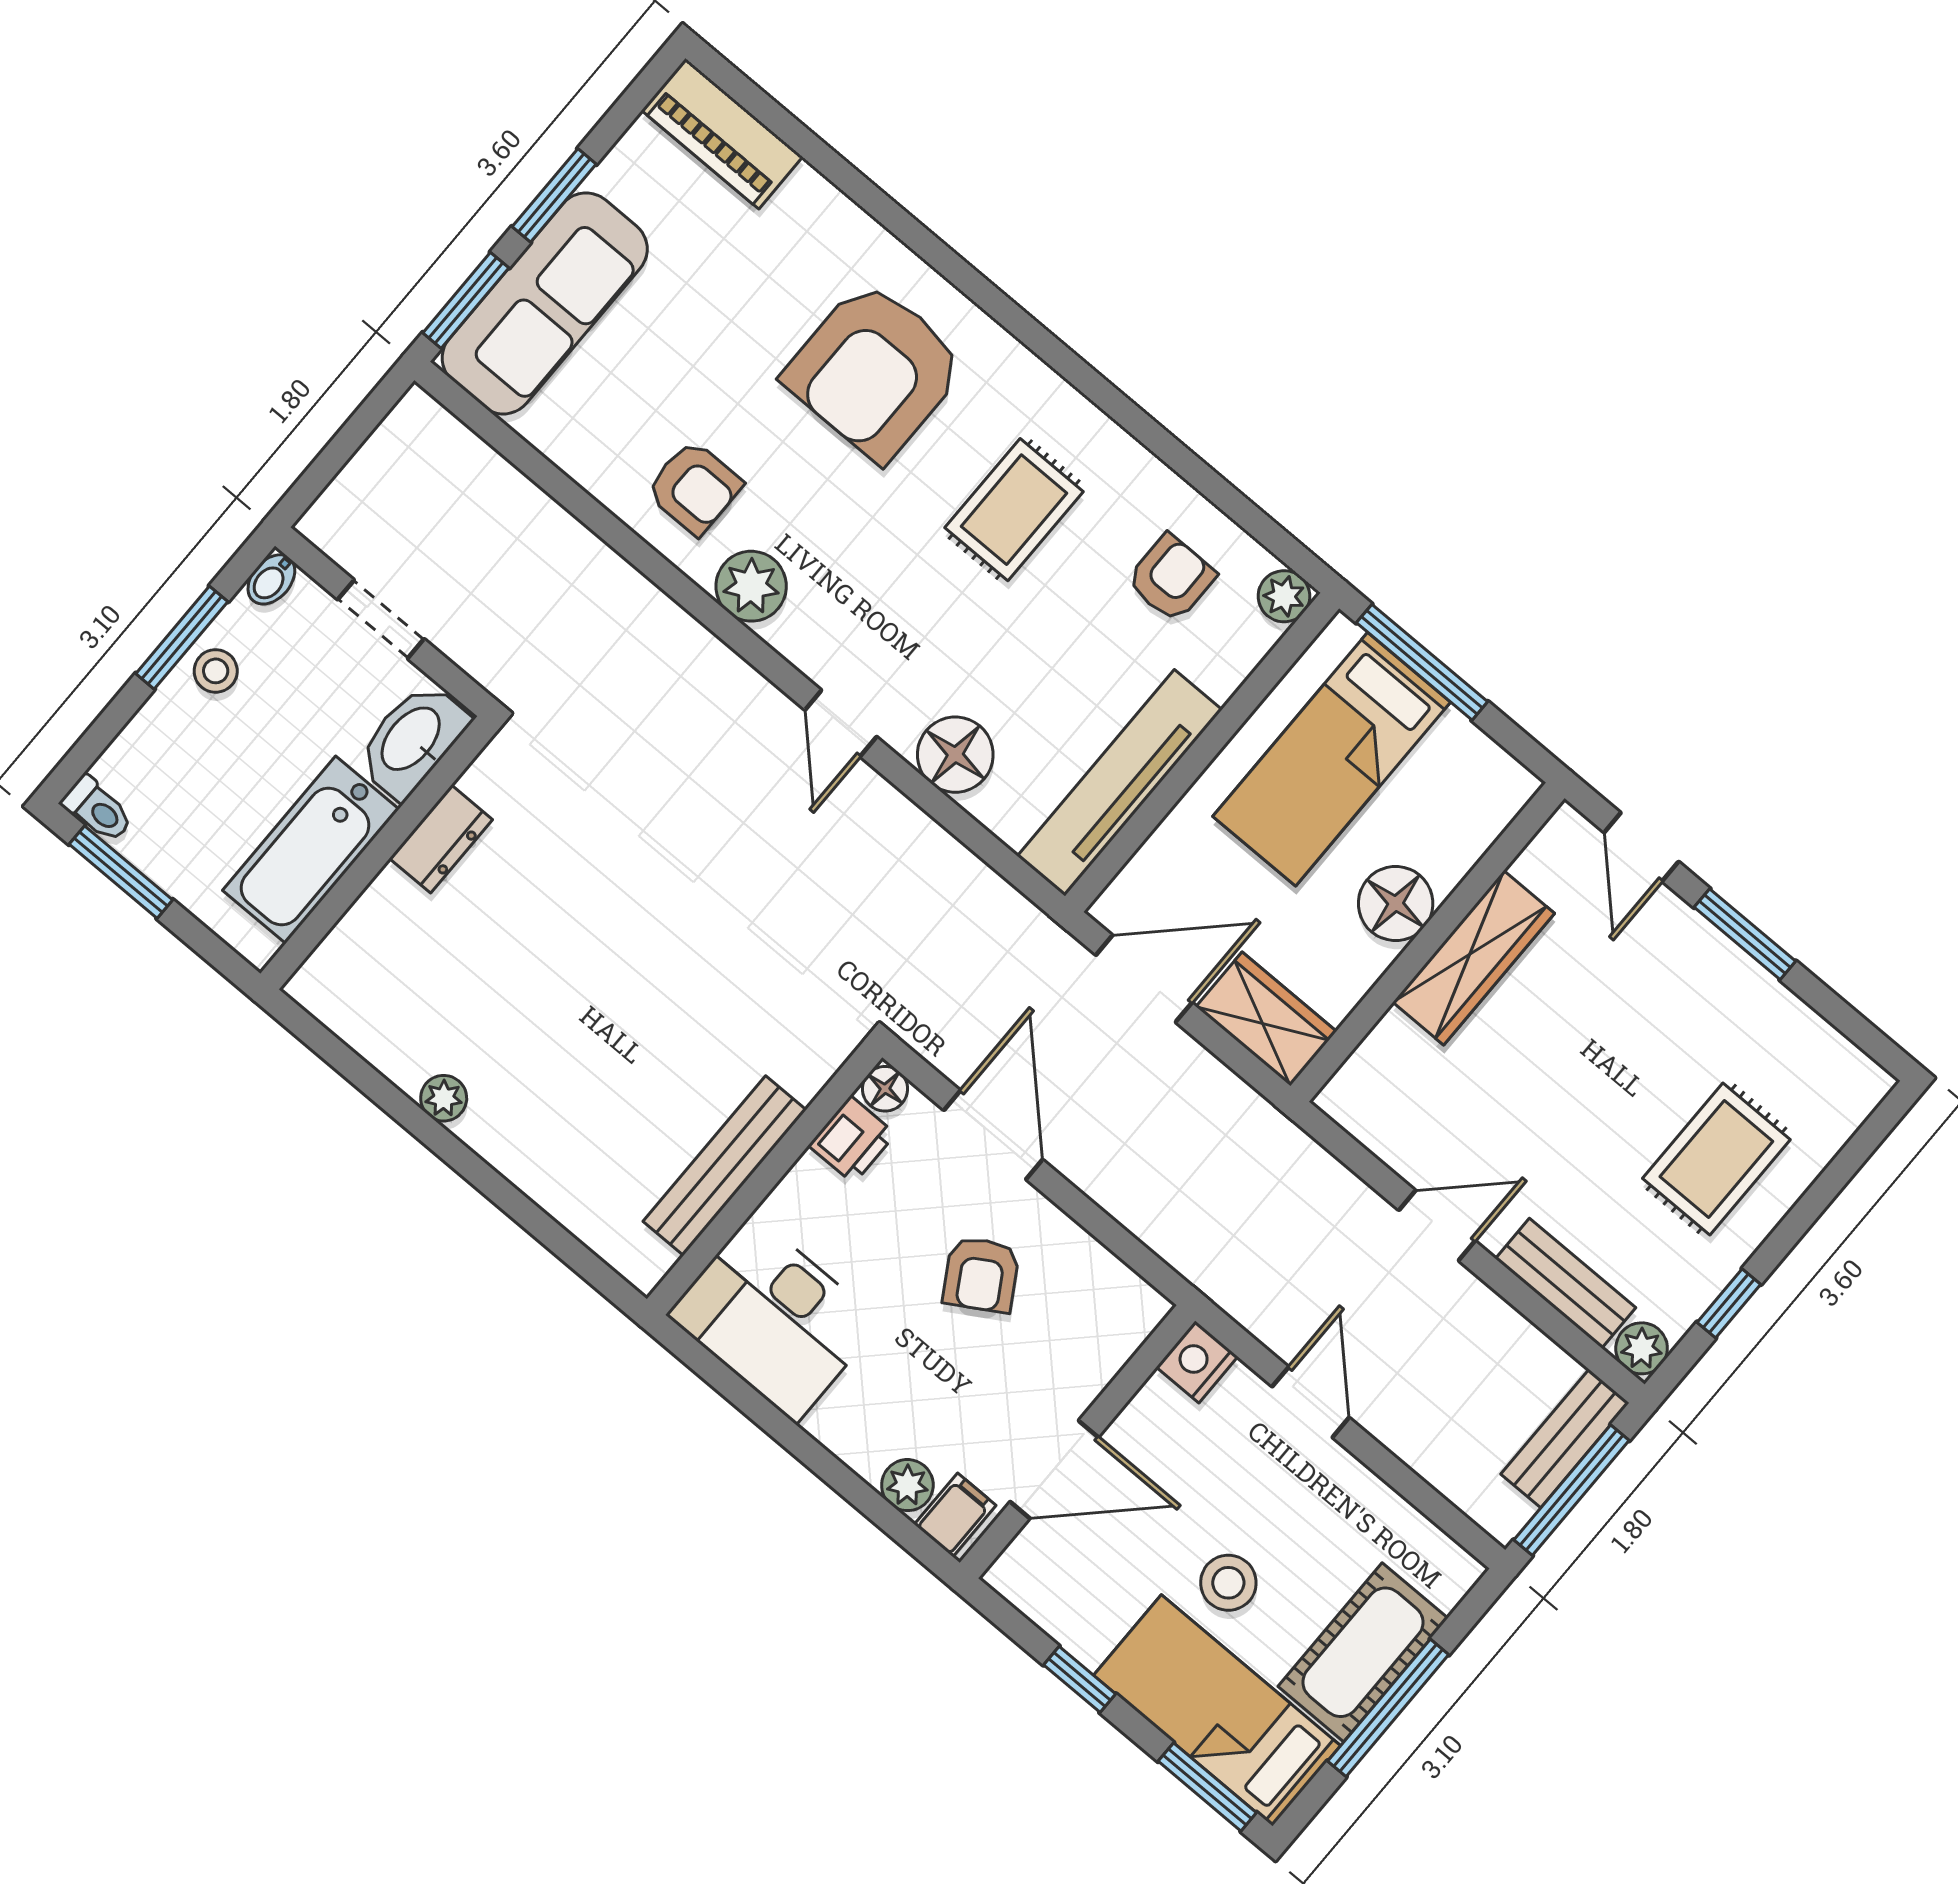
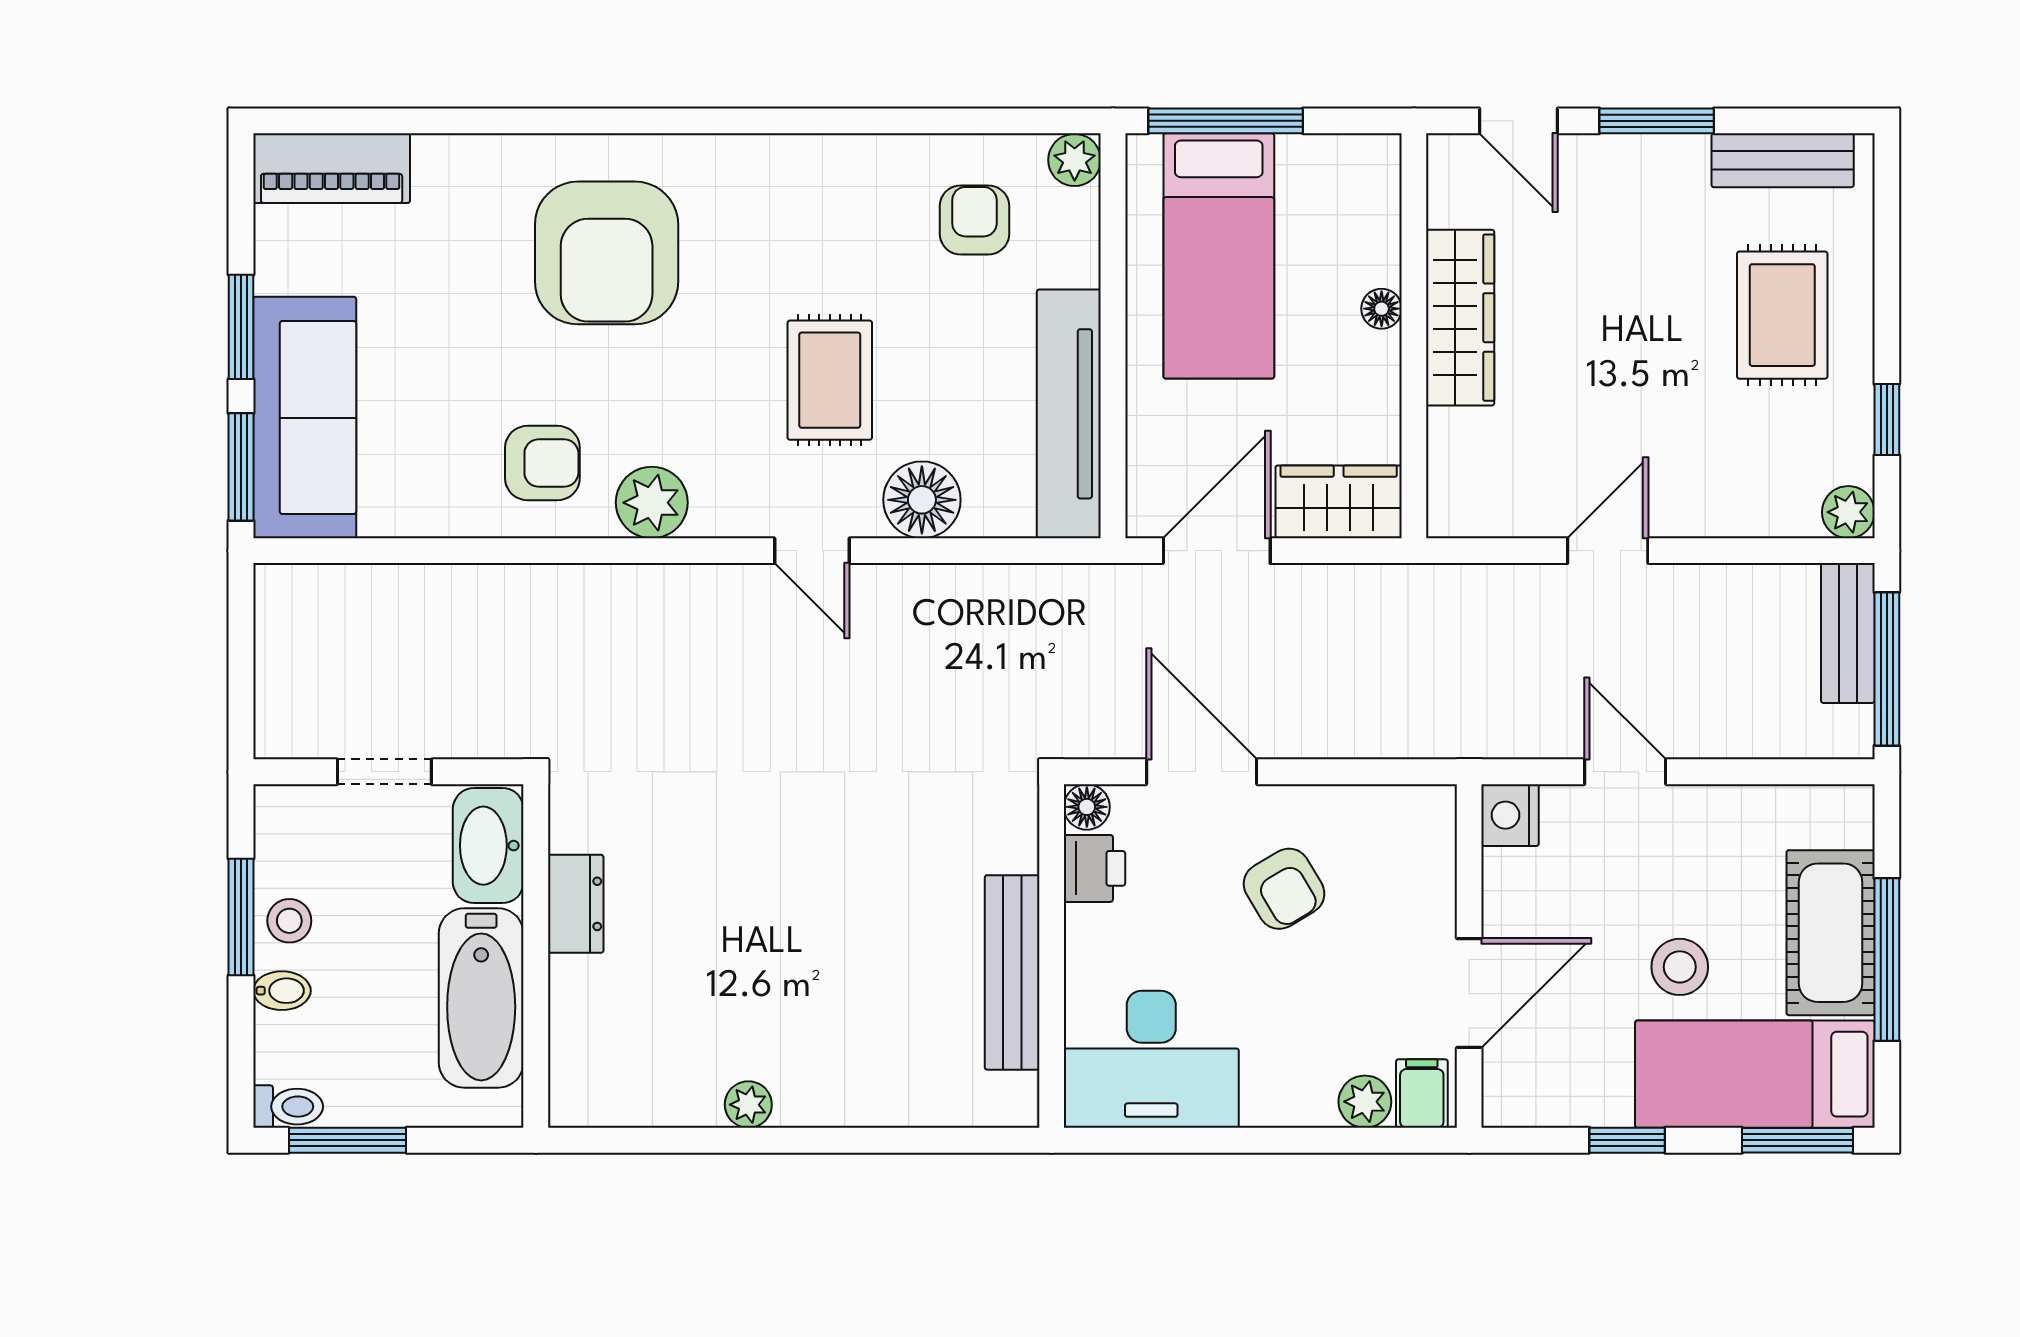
rug: (1014, 510) -> (830, 380), moved
bidet: (271, 579) -> (282, 991), moved, turned -90
floor lamp: (1396, 904) -> (1382, 309), width x0.53, depth x0.53
bench: (1566, 1283) -> (1783, 160), moved

